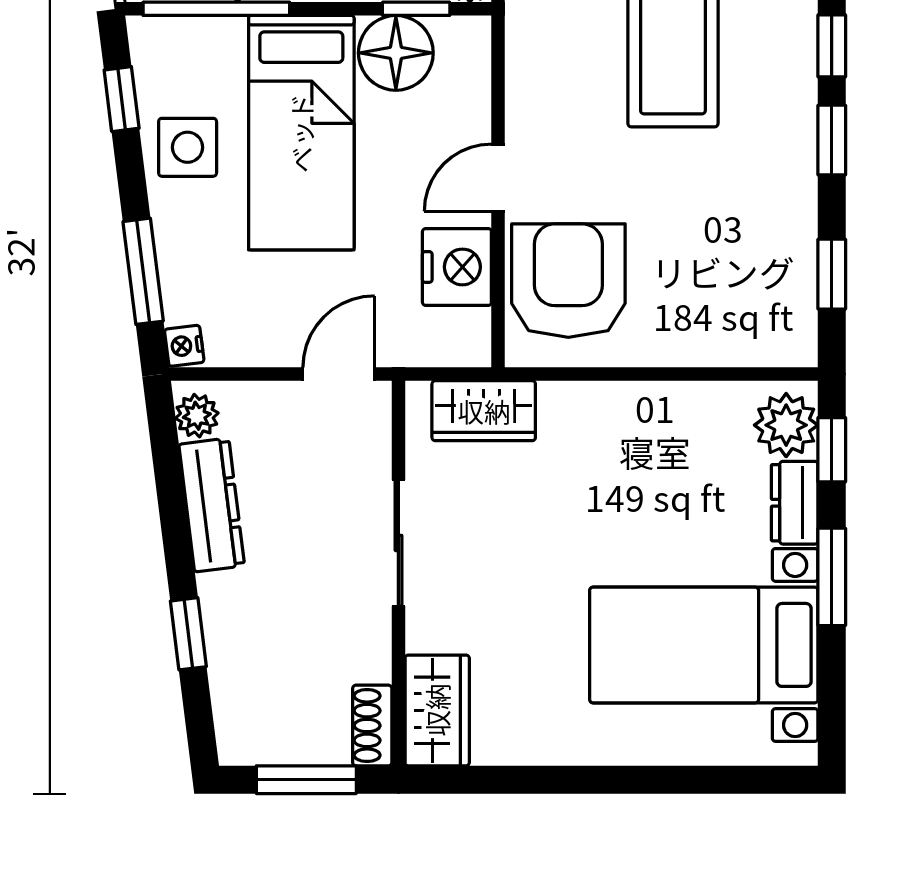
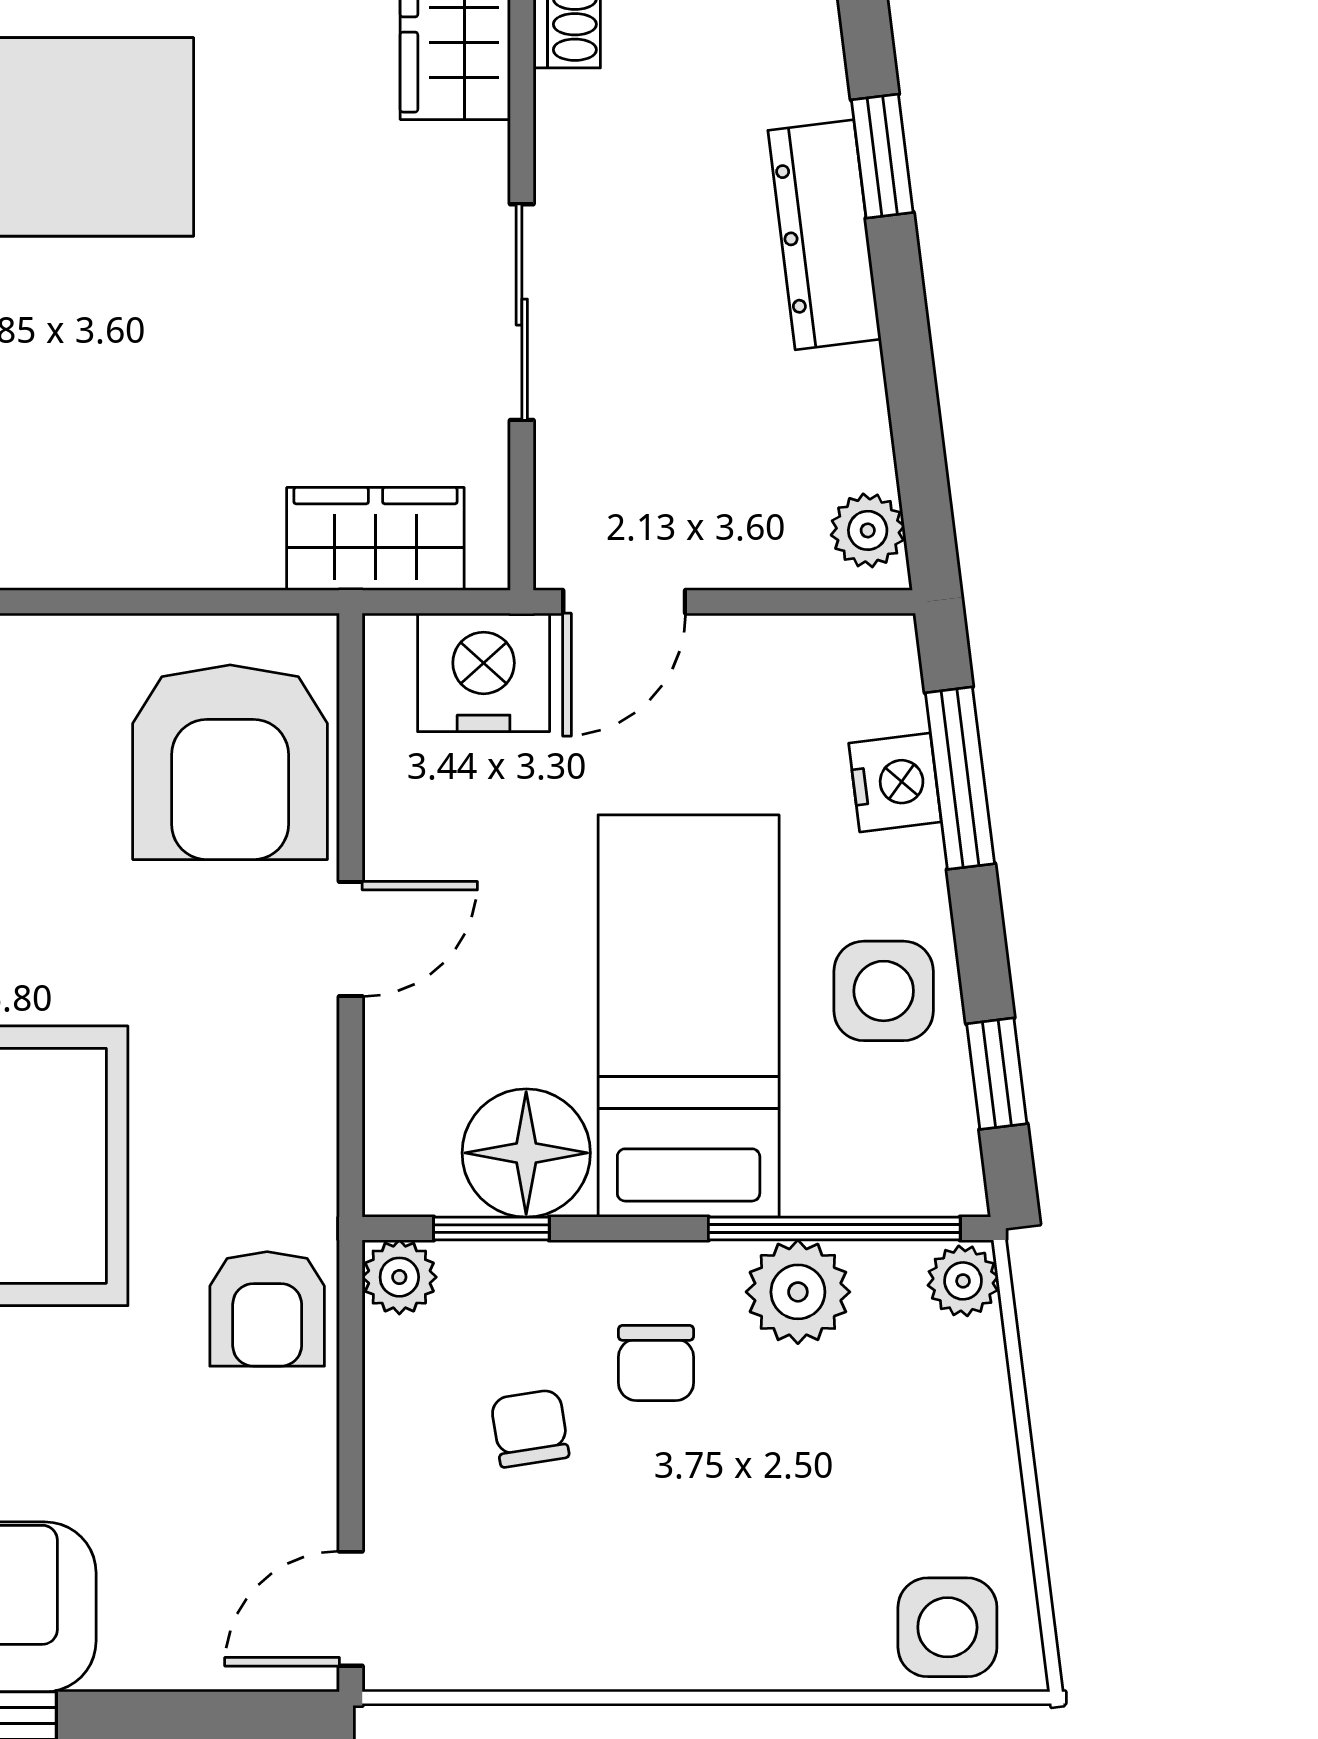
nightstand: (457, 267) -> (484, 672), moved, turned 90
nightstand: (184, 346) -> (895, 782), moved, width x1.39, depth x1.35
dresser: (212, 505) -> (825, 235), moved

